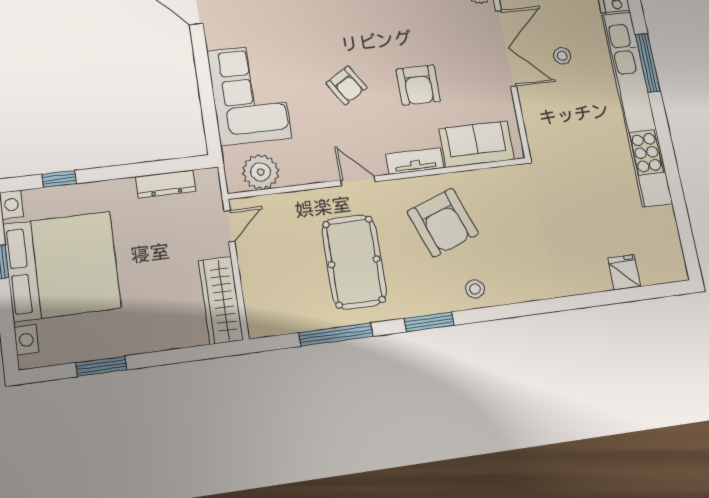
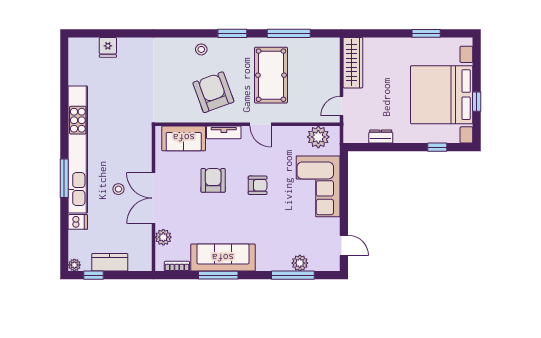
armchair: (347, 85) -> (258, 185), turned 122
dresser: (166, 184) -> (381, 137), width x0.70

